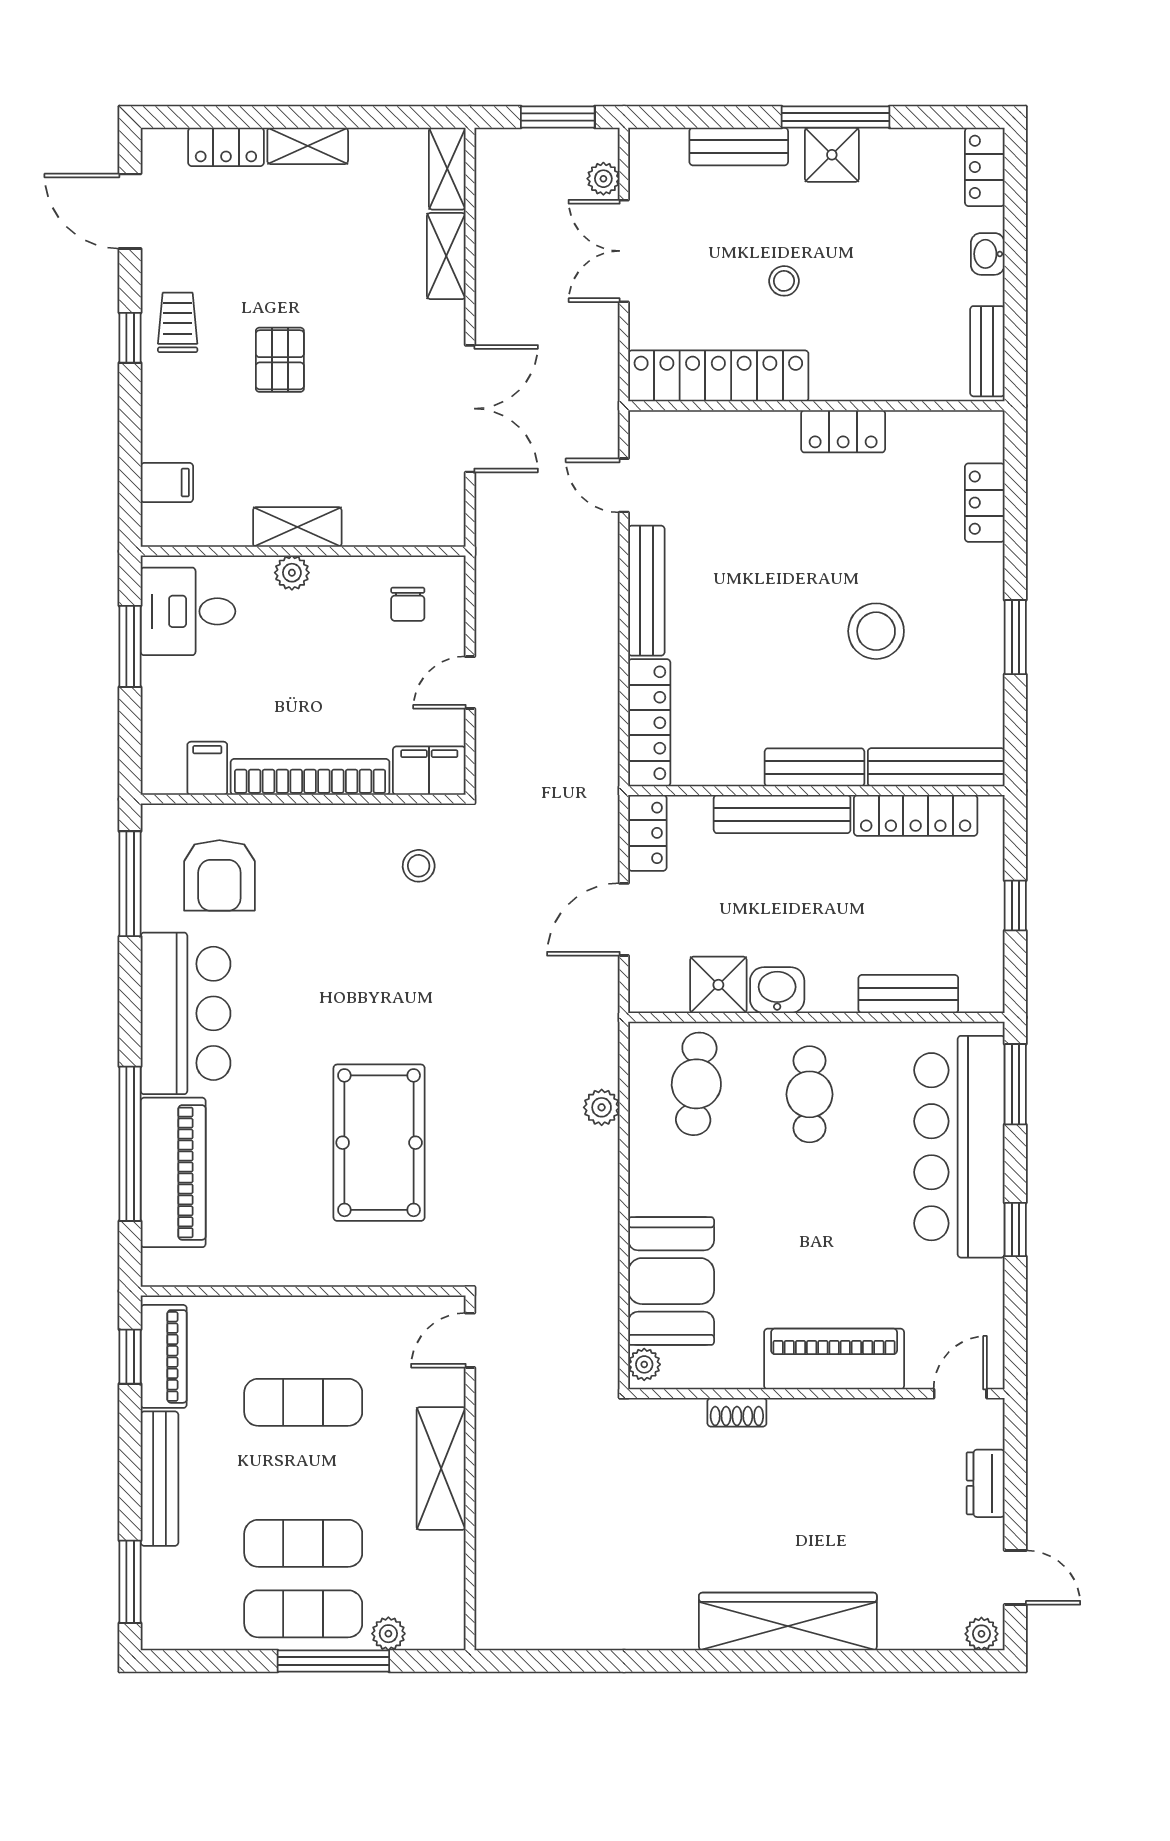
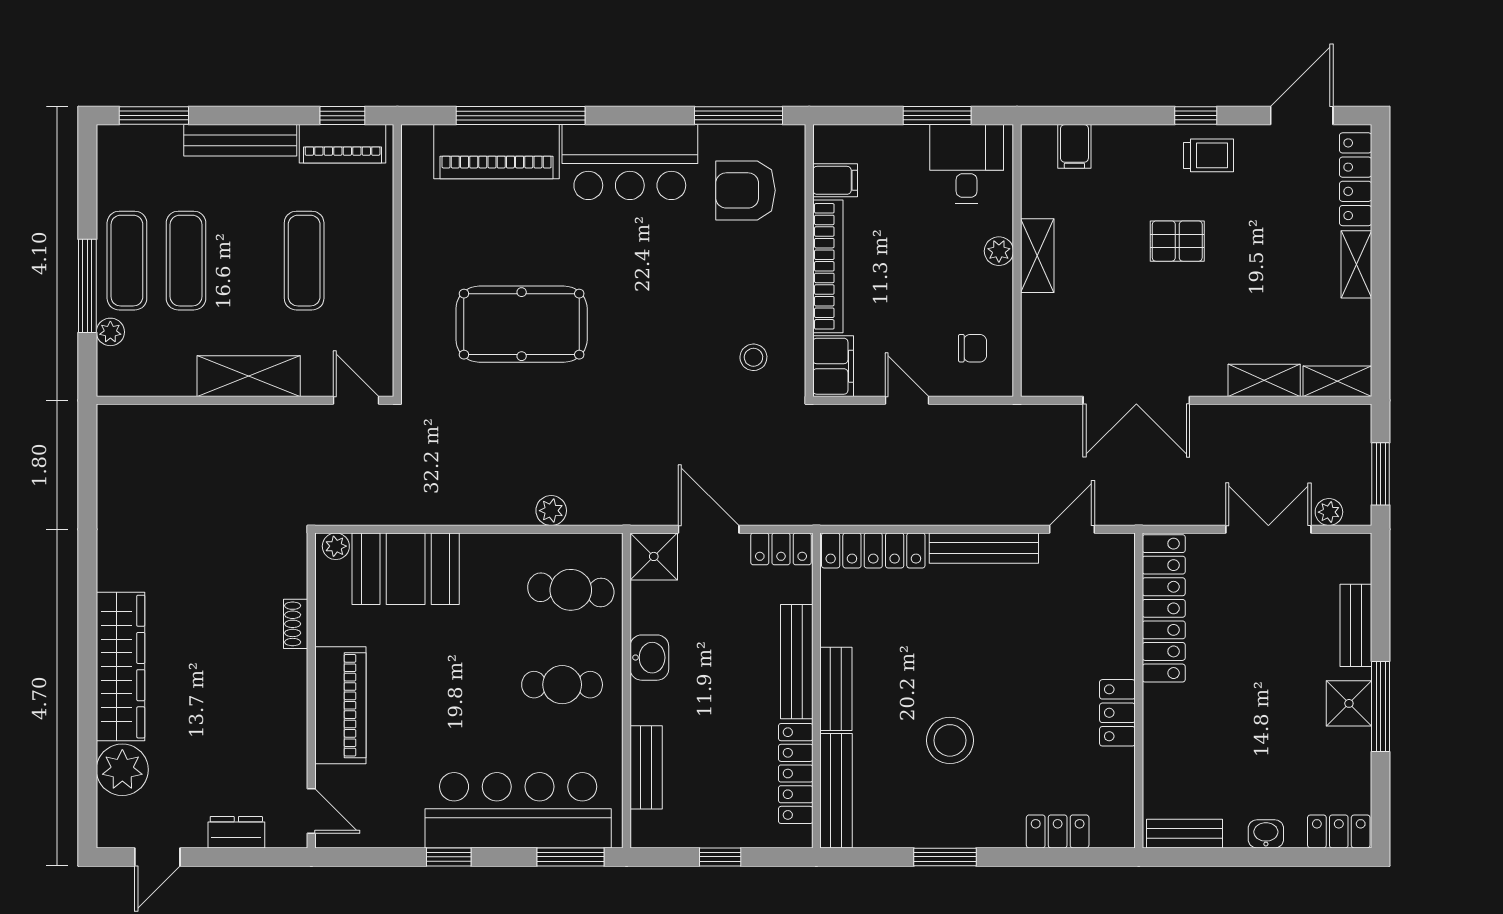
locker: (226, 147) -> (1356, 179), width x1.53
stool: (784, 281) -> (1243, 663), removed
chair: (408, 604) -> (973, 348), turned 180
shower: (718, 985) -> (654, 556), moved
plant: (981, 1634) -> (122, 770), moved, width x1.88, depth x1.88

